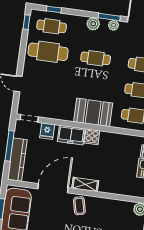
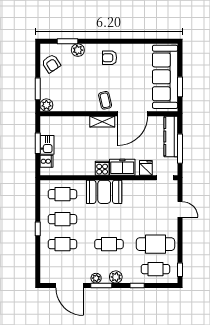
window: (54, 9) -> (137, 286), moved

